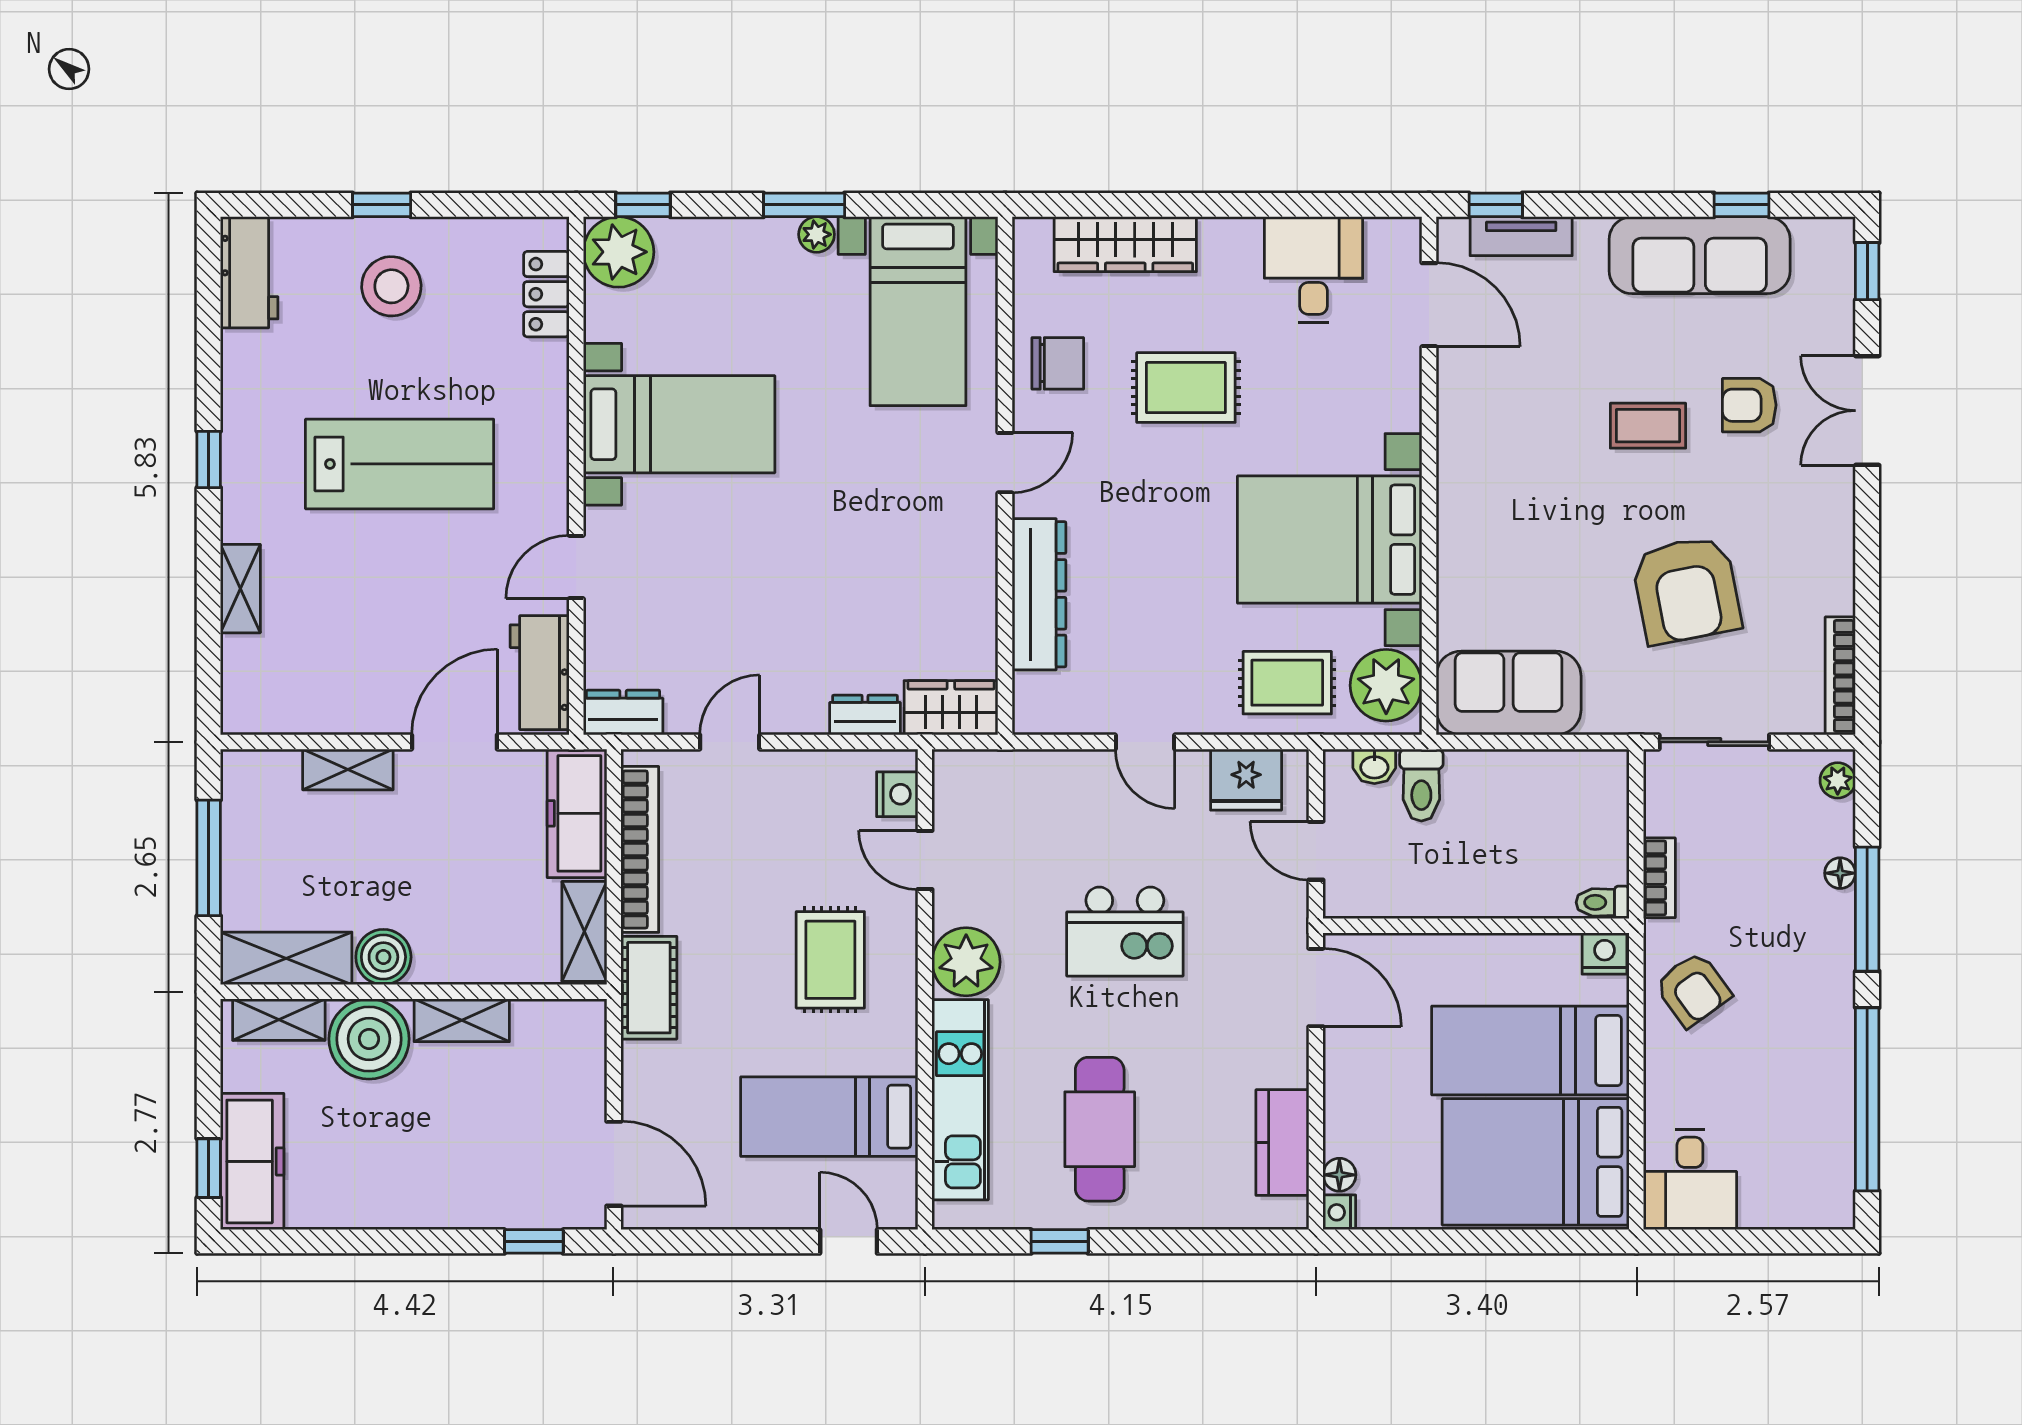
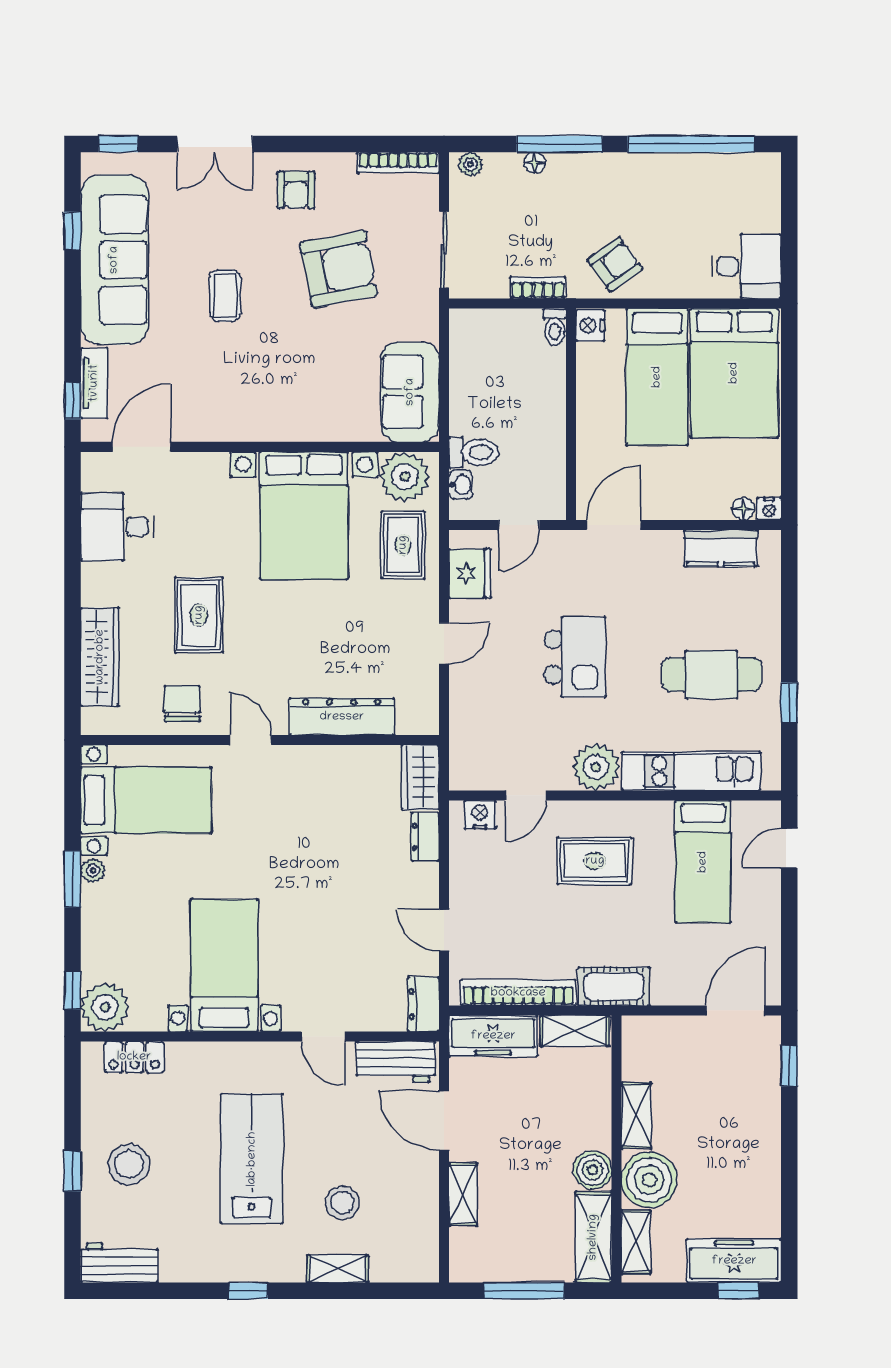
sofa: (1700, 255) -> (114, 260), width x1.36, depth x1.27
armchair: (1749, 405) -> (296, 190), moved
stool: (336, 595) -> (342, 1203), added

